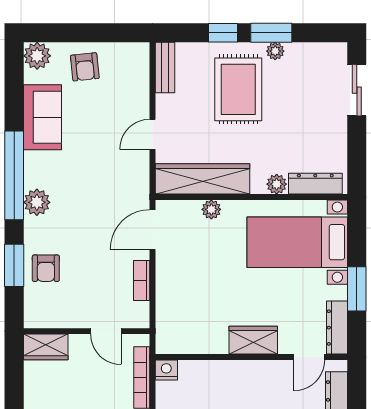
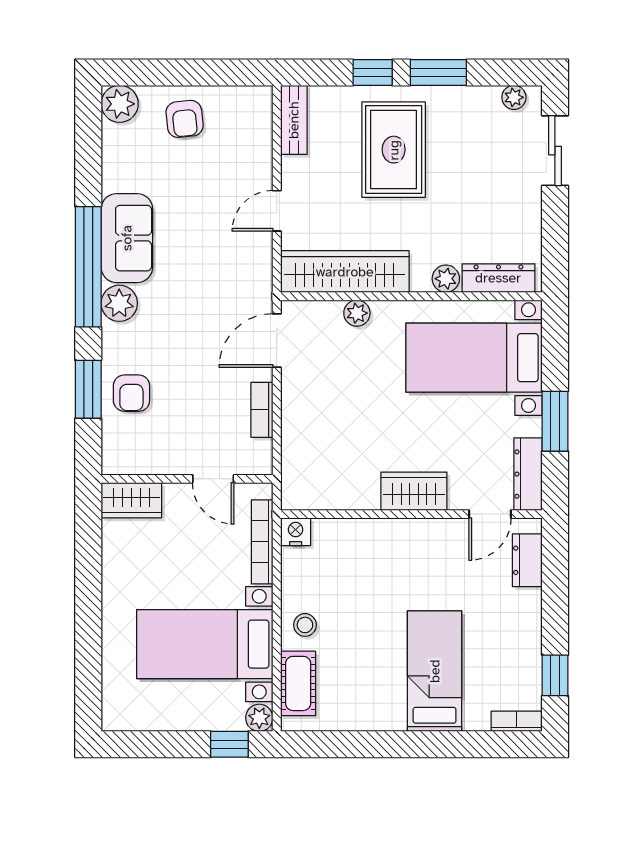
plant: (275, 51) -> (514, 97), moved
sofa: (42, 117) -> (127, 238), moved

